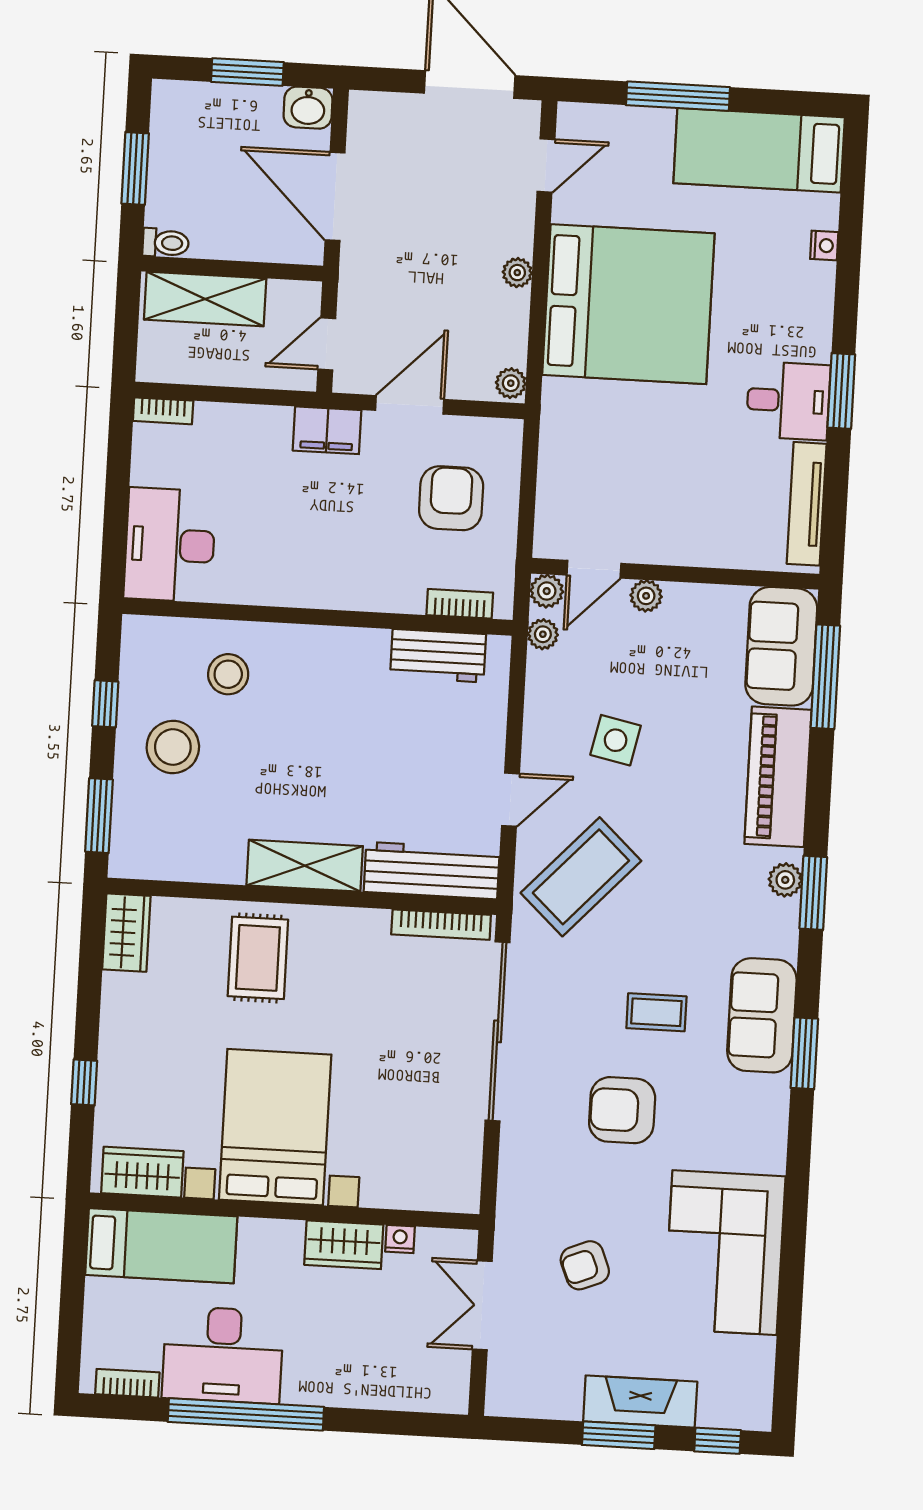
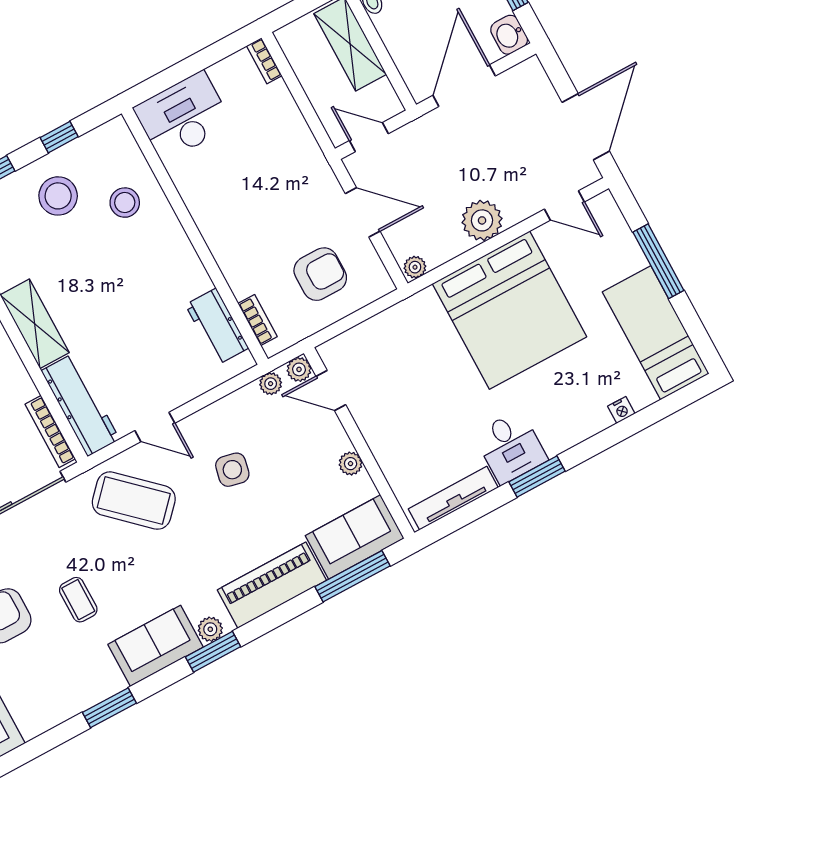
plant: (517, 273) -> (482, 220), width x1.87, depth x1.87
filing cabinet: (327, 430) -> (315, 171), removed
plant: (646, 596) -> (351, 464), moved
sofa: (762, 1015) -> (155, 646), moved

